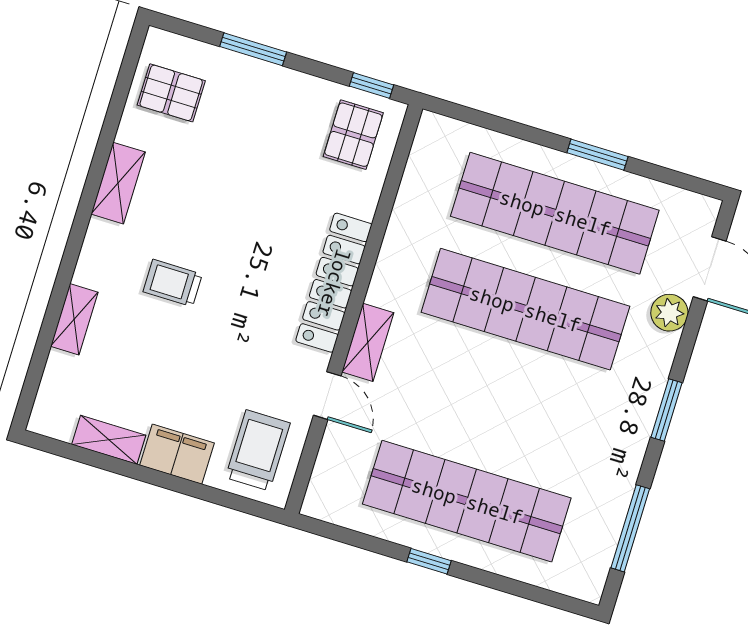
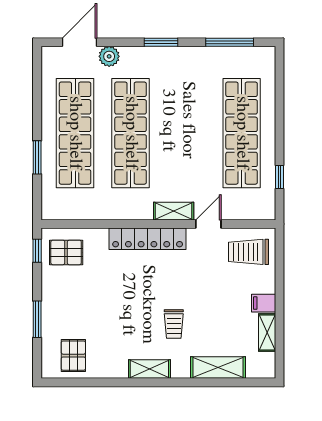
window: (597, 155) -> (37, 157), moved
shelving: (118, 183) -> (149, 369), moved
shelving: (74, 319) -> (218, 367), width x1.50, depth x1.33
filing cabinet: (177, 454) -> (264, 303), width x0.50
window: (429, 561) -> (280, 177), moved

